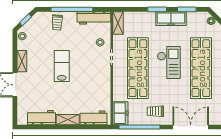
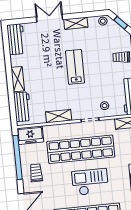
checkout: (169, 63) -> (90, 182), turned 180
lab bench: (62, 66) -> (75, 67), turned -90
shelving: (105, 85) -> (59, 116), added
workbench: (41, 118) -> (16, 39), moved

